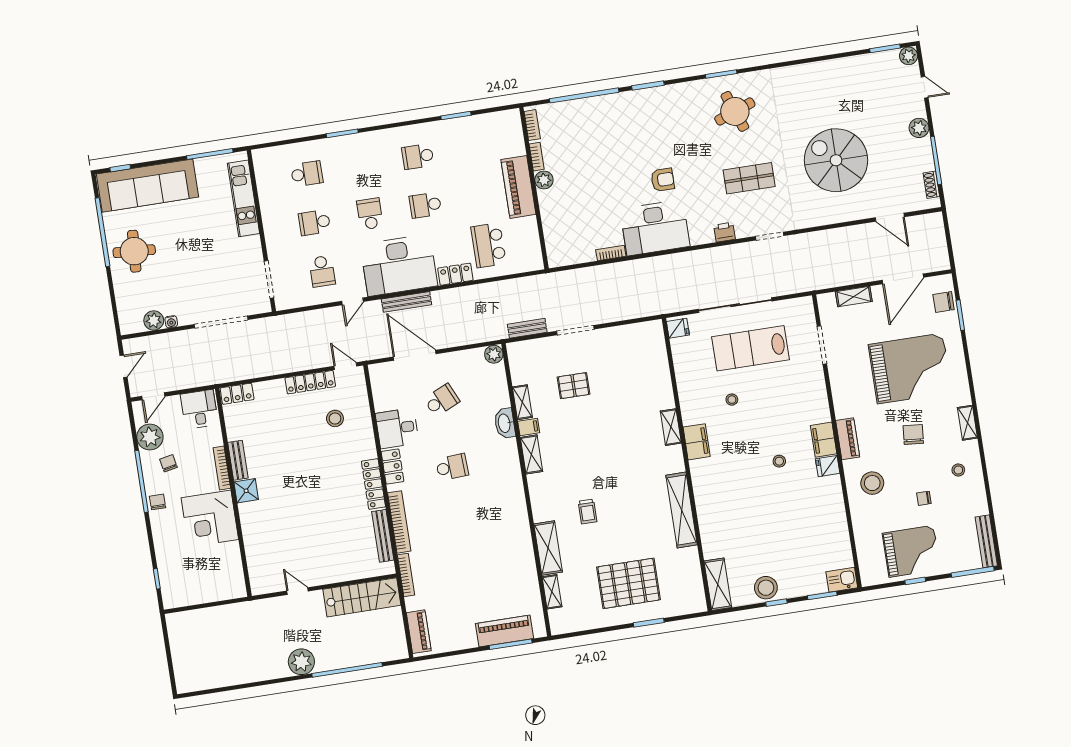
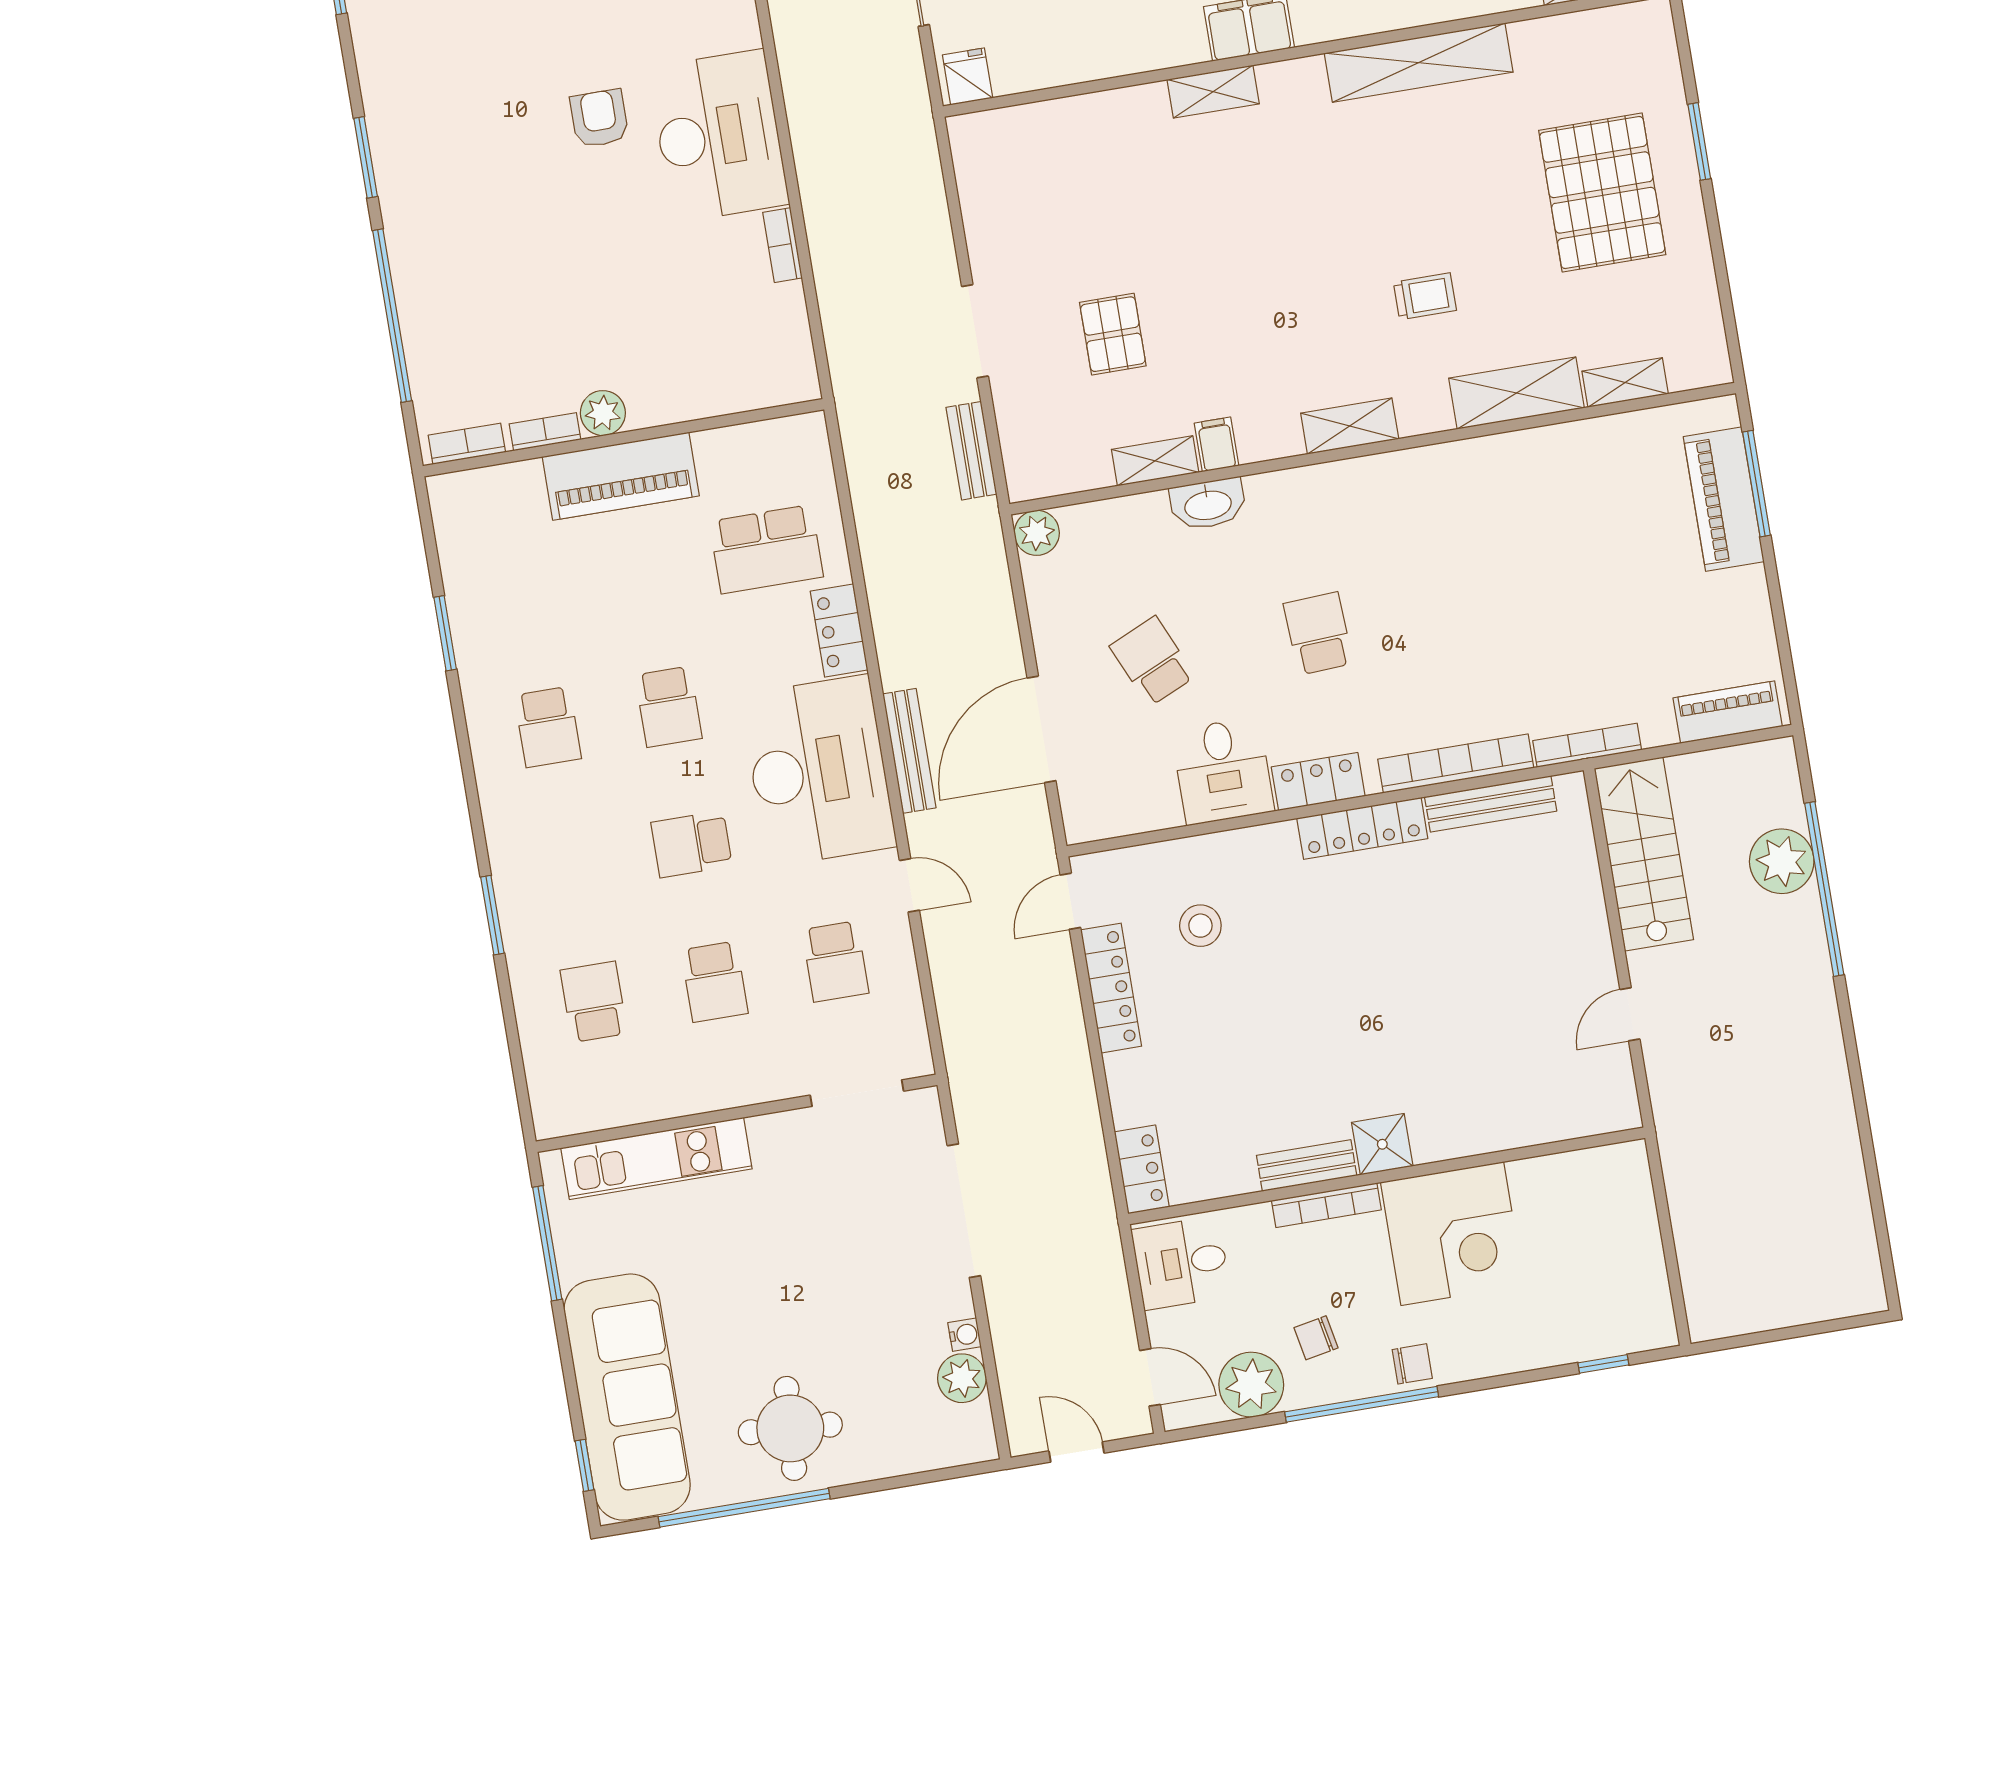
school desk: (322, 271) -> (835, 961), turned 90
shelving: (531, 454) -> (1350, 426), moved
chair: (158, 502) -> (1412, 1364), turned 180
plant: (301, 662) -> (1782, 861), moved

